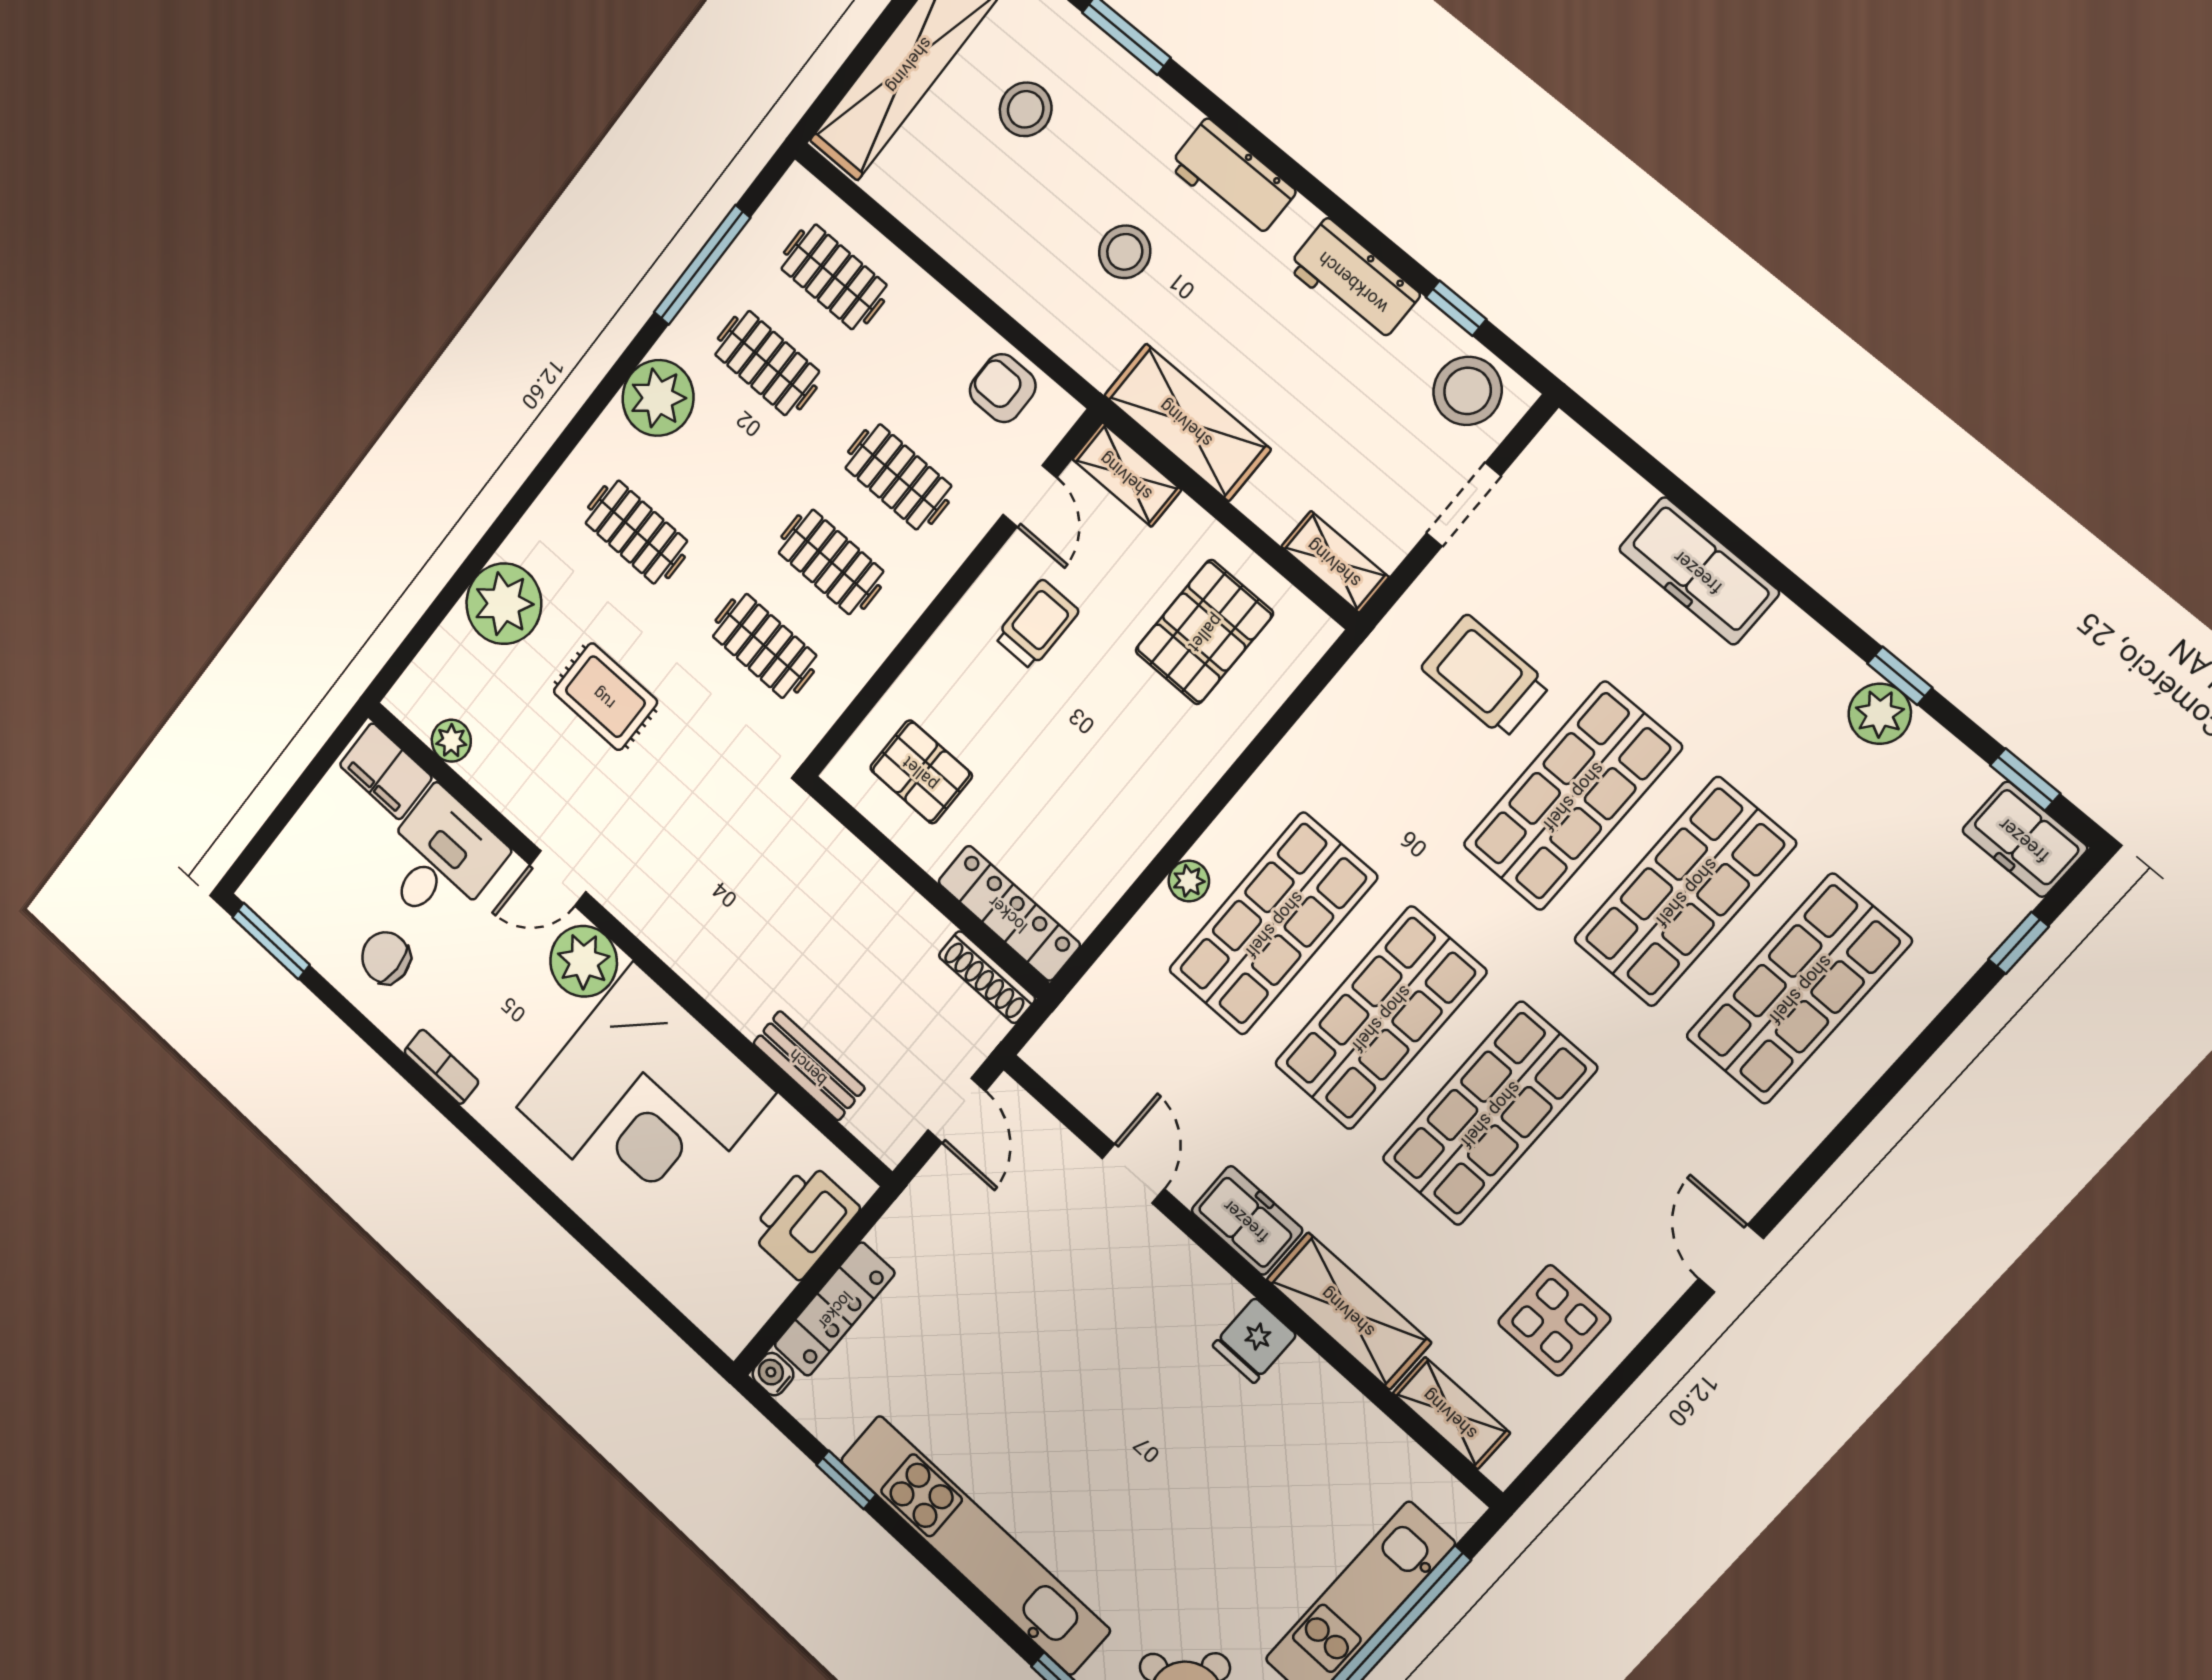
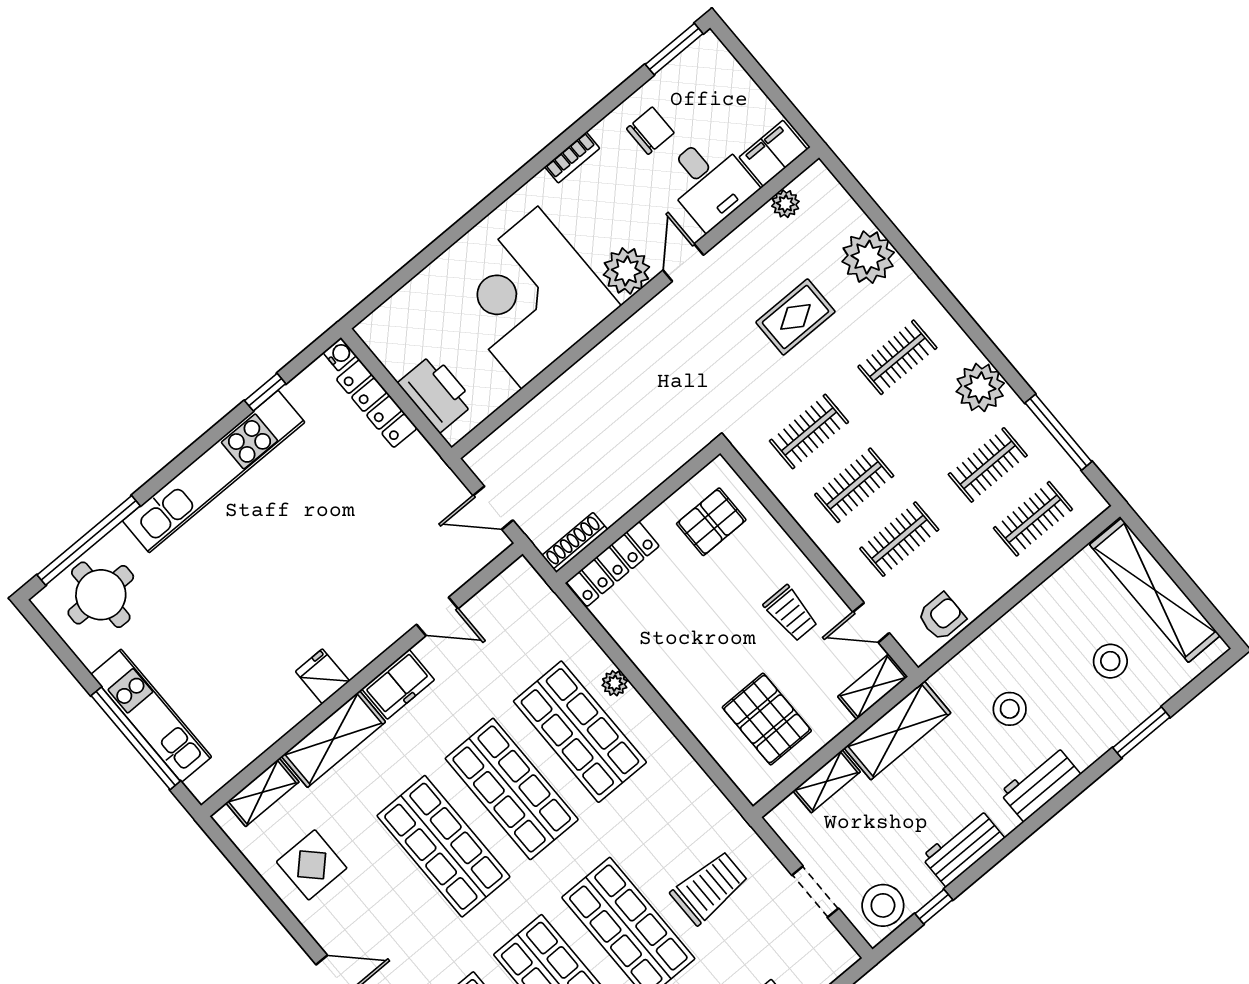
shelving: (1335, 562) -> (827, 781), moved
bench: (809, 1066) -> (536, 414), removed

